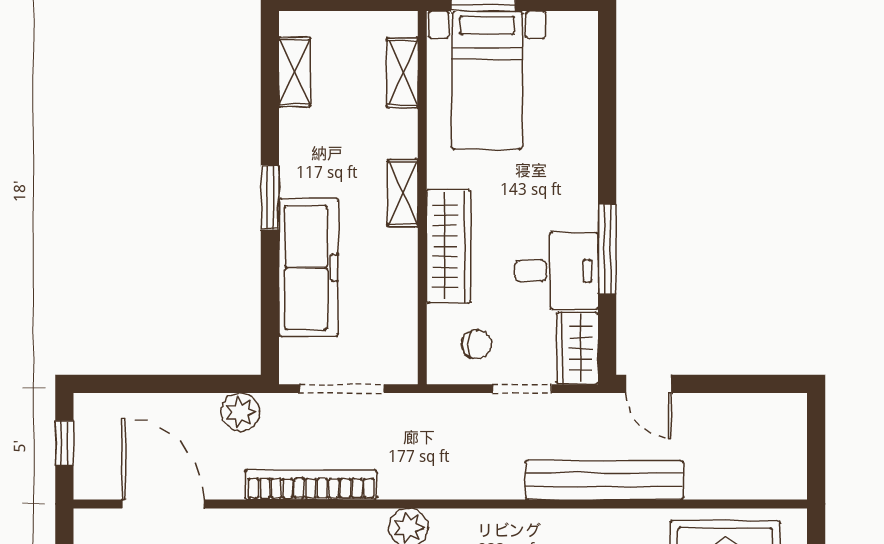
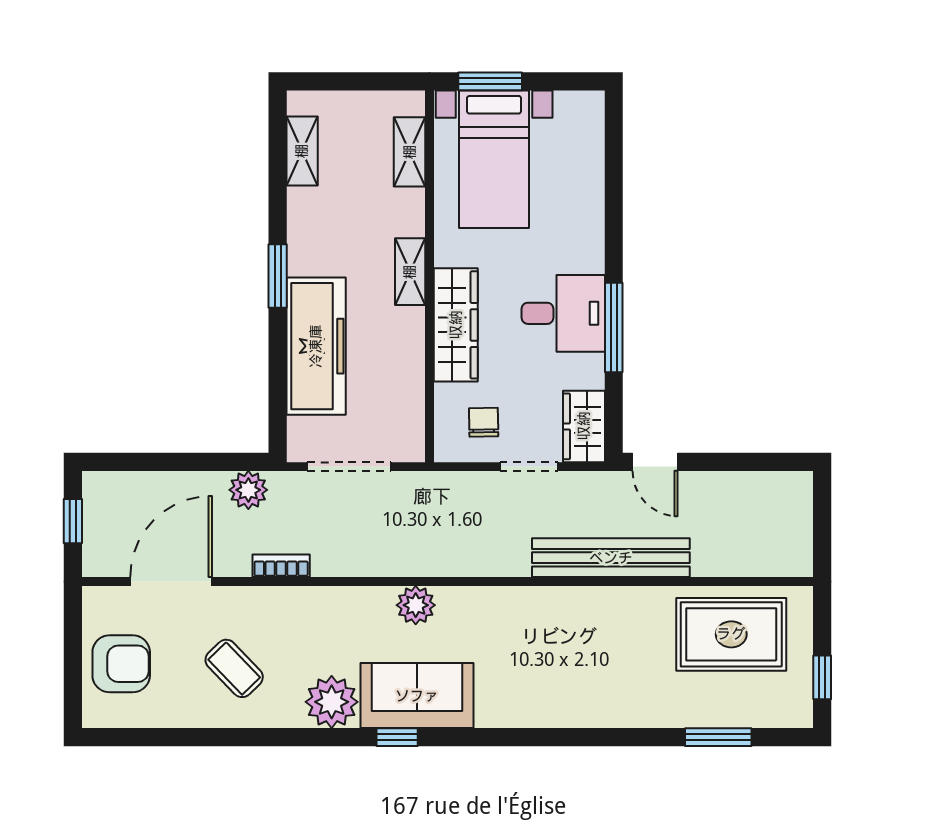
desk: (557, 271) -> (563, 313), moved
chair: (477, 344) -> (484, 422), turned -91
bookcase: (311, 485) -> (281, 566), width x0.43, depth x0.76
door: (163, 504) -> (171, 582), hinge flipped

